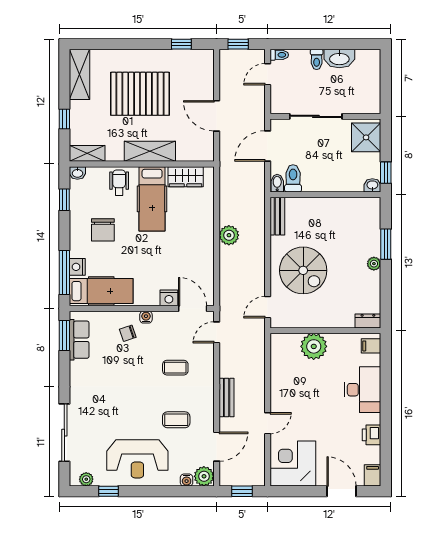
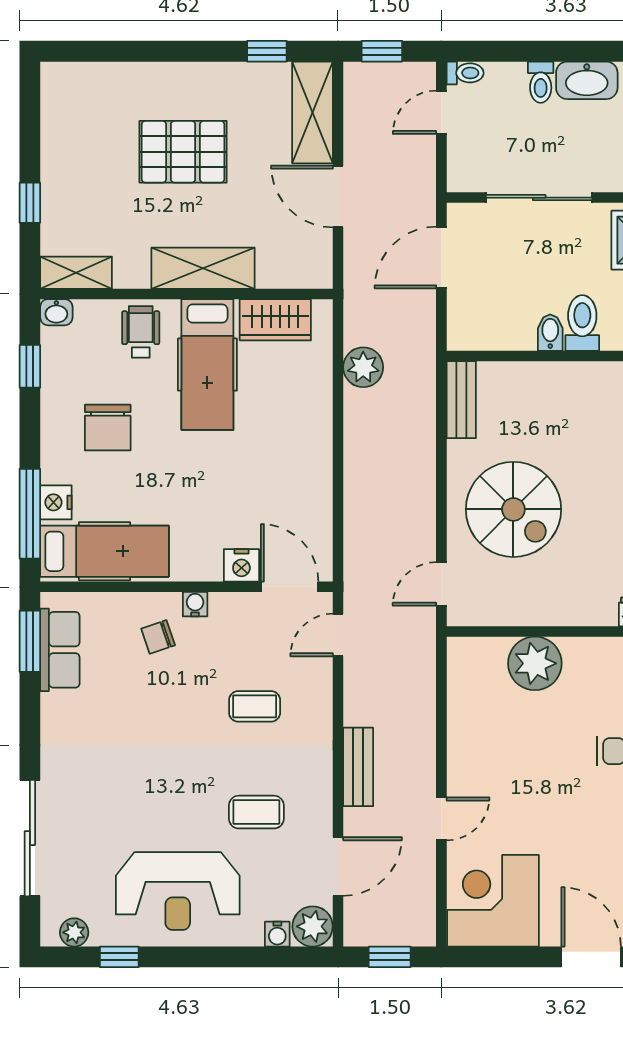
shelving: (80, 74) -> (313, 113), moved
pallet: (140, 94) -> (183, 152), width x0.73, depth x0.71
toilet: (293, 178) -> (582, 323), moved
bidet: (277, 183) -> (550, 333), moved
plant: (229, 235) -> (363, 367), moved

